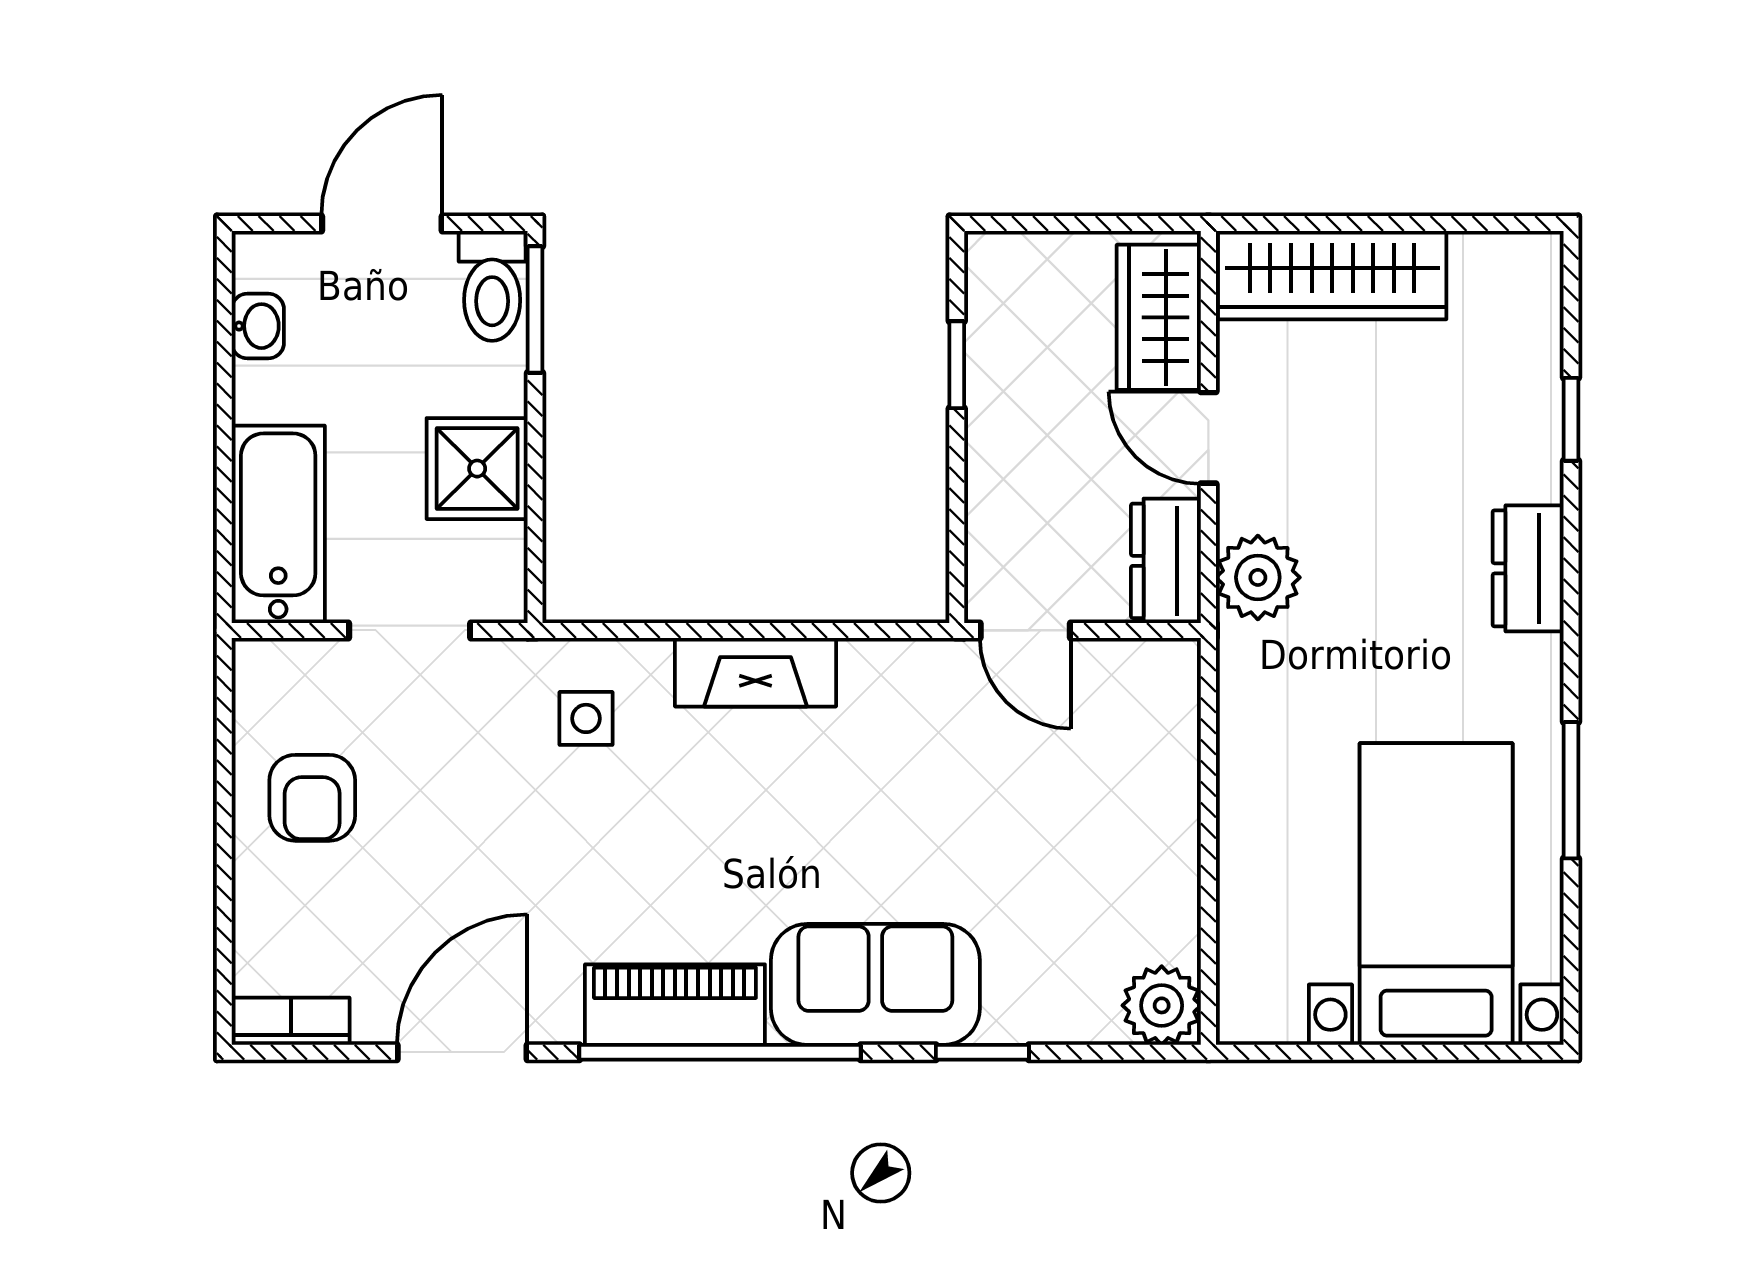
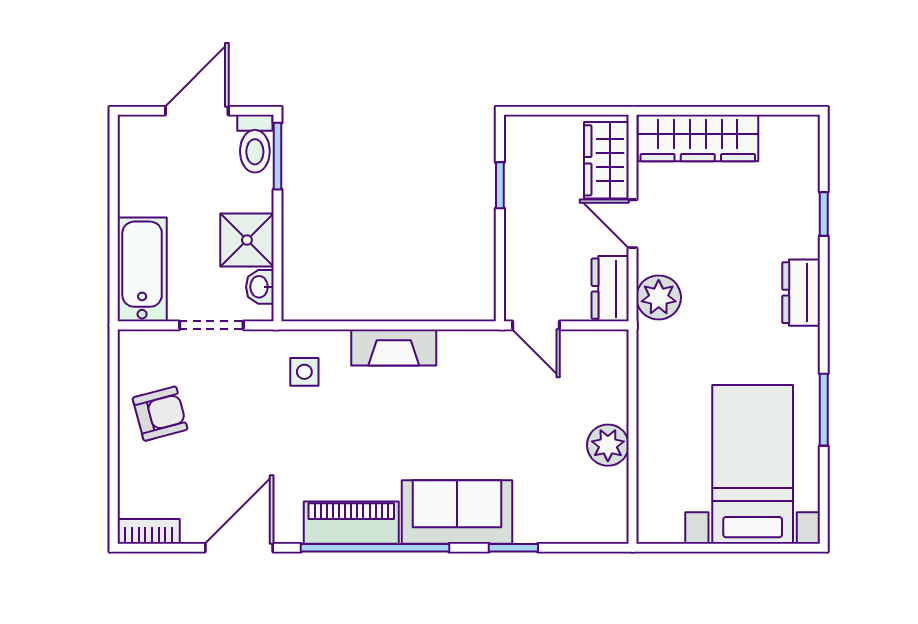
washbasin: (258, 326) -> (260, 287), moved, turned 180
armchair: (312, 798) -> (160, 414), turned -105
plant: (1162, 1005) -> (608, 445), moved

